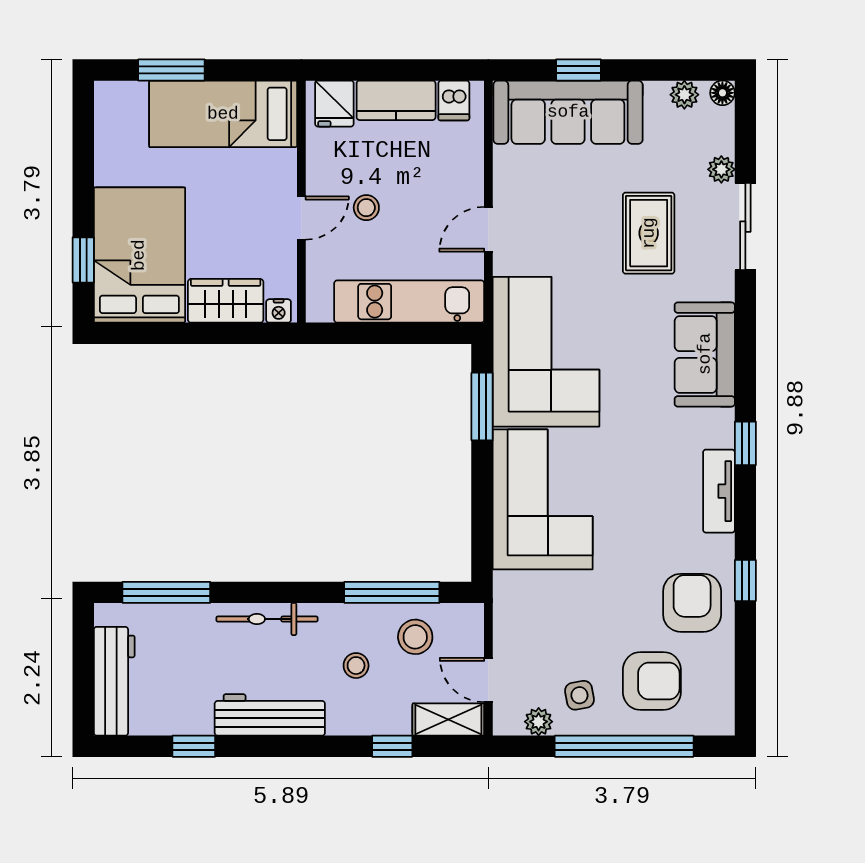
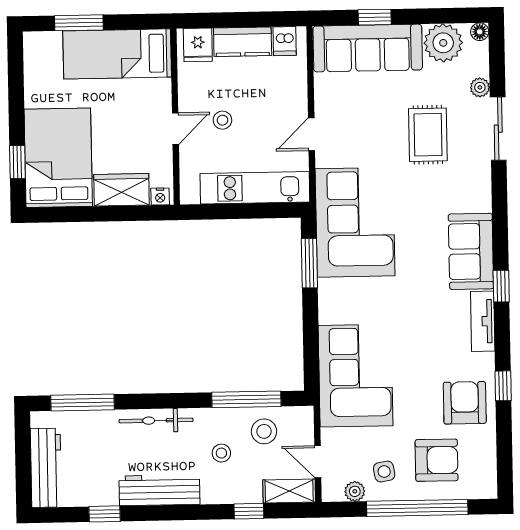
plant: (684, 95) -> (443, 43), width x1.87, depth x1.87
sofa: (705, 354) -> (471, 251), moved
corner sofa: (543, 499) -> (356, 376), moved

